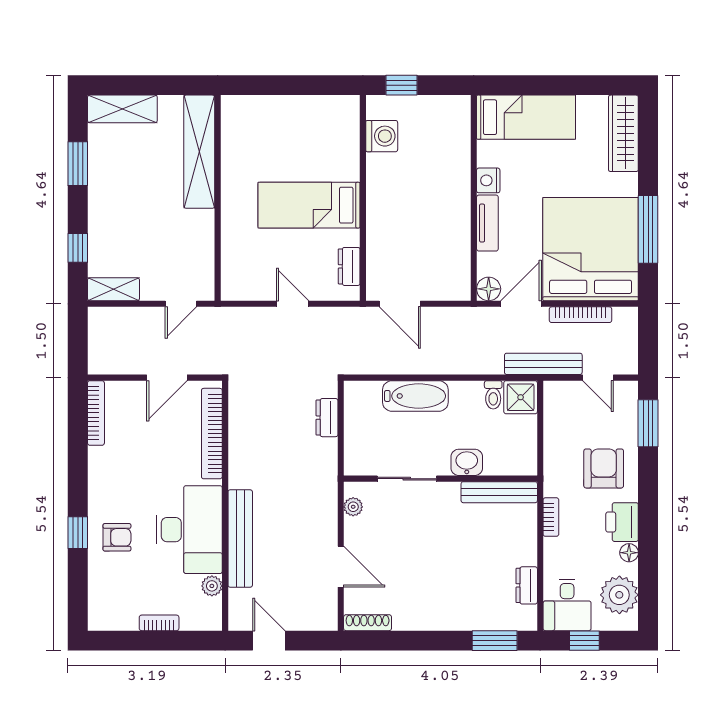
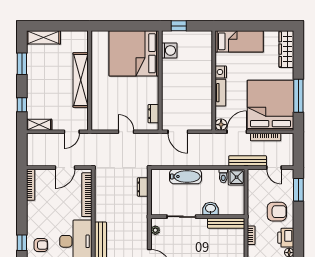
shelving: (199, 152) -> (81, 80), moved
bed: (309, 205) -> (134, 53), moved, width x2.04
armchair: (604, 468) -> (277, 212), turned 90

